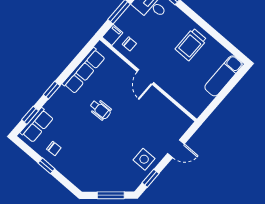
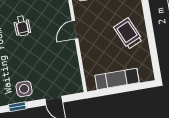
trolley: (191, 44) -> (128, 34), turned 66
exam couch: (224, 76) -> (117, 79), moved

